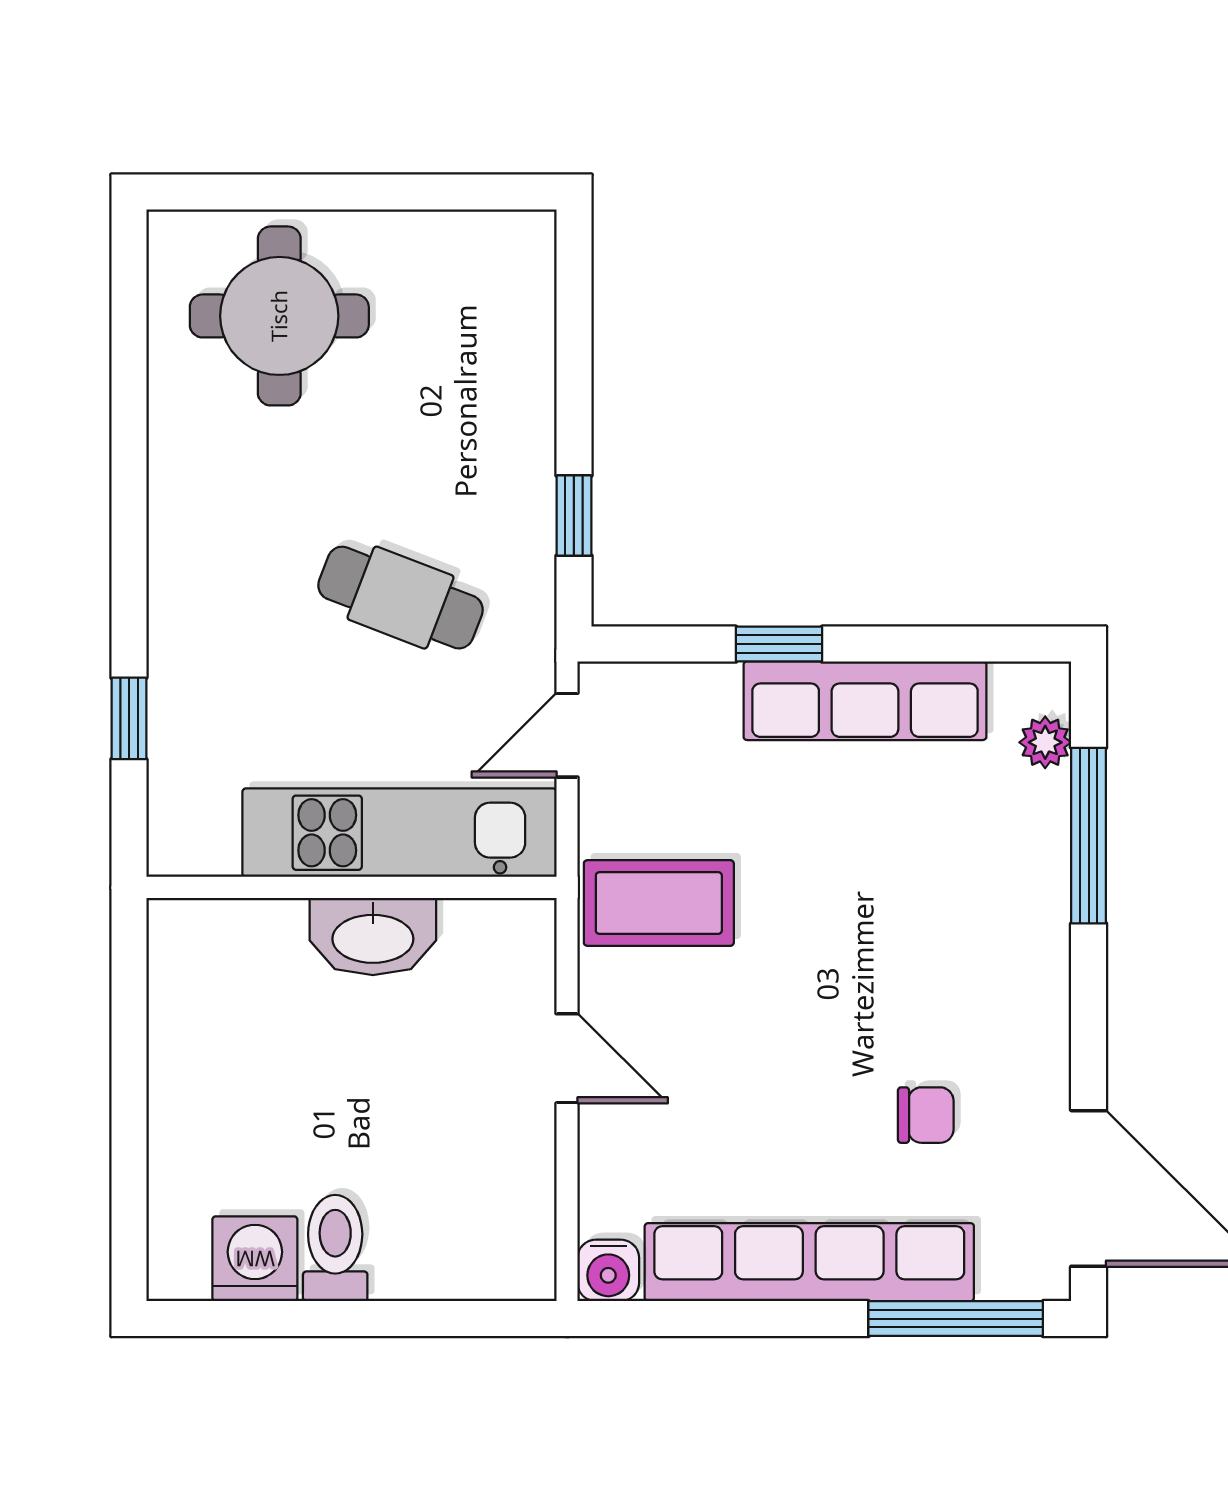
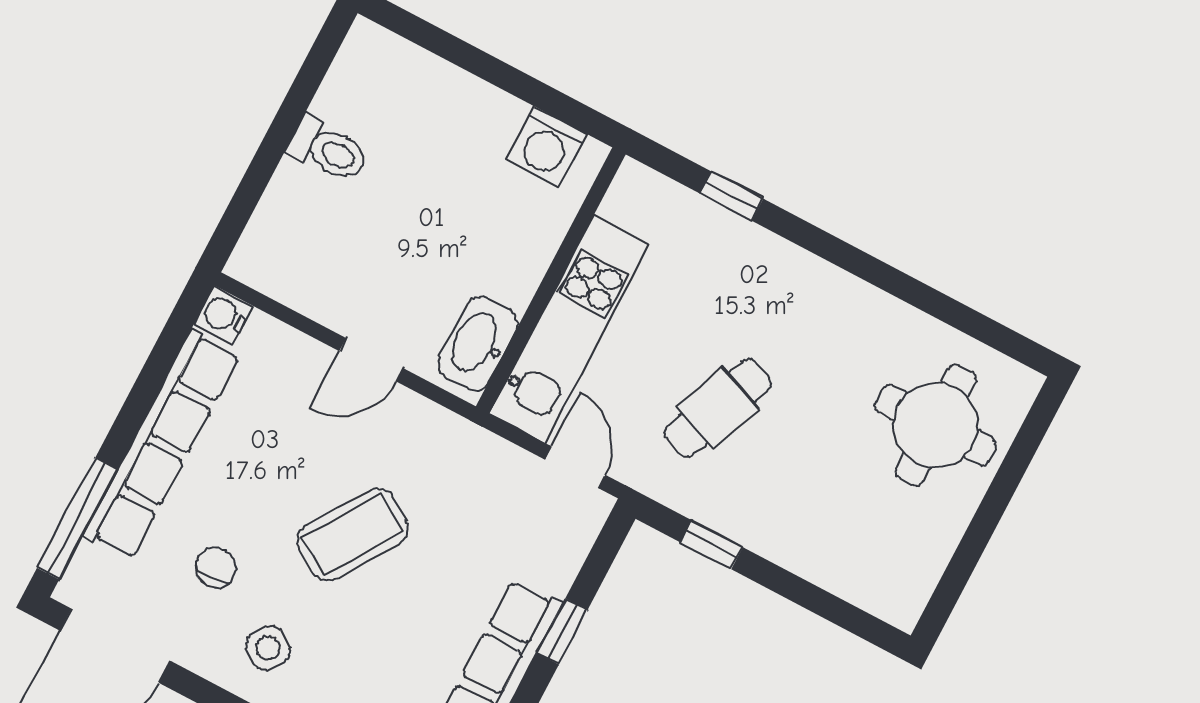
coffee table: (659, 903) -> (353, 534), moved, turned 33
washbasin: (373, 937) -> (478, 344), moved
side table: (992, 997) -> (268, 648), added
chair: (926, 1115) -> (216, 567), turned 180
washing machine: (255, 1259) -> (546, 147), moved, turned 90

